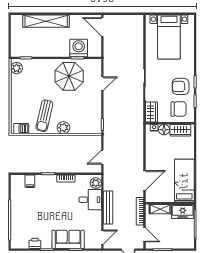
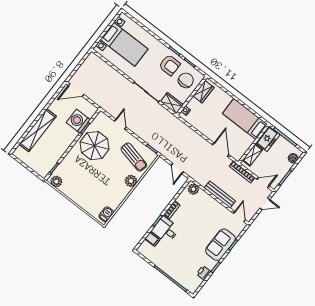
armchair: (181, 86) -> (170, 65), turned -90
sun lounger: (44, 116) -> (134, 157), moved
floor lamp: (164, 130) -> (193, 104), removed
desk: (90, 200) -> (166, 230), moved, turned -90
boiler: (183, 244) -> (293, 158), added

